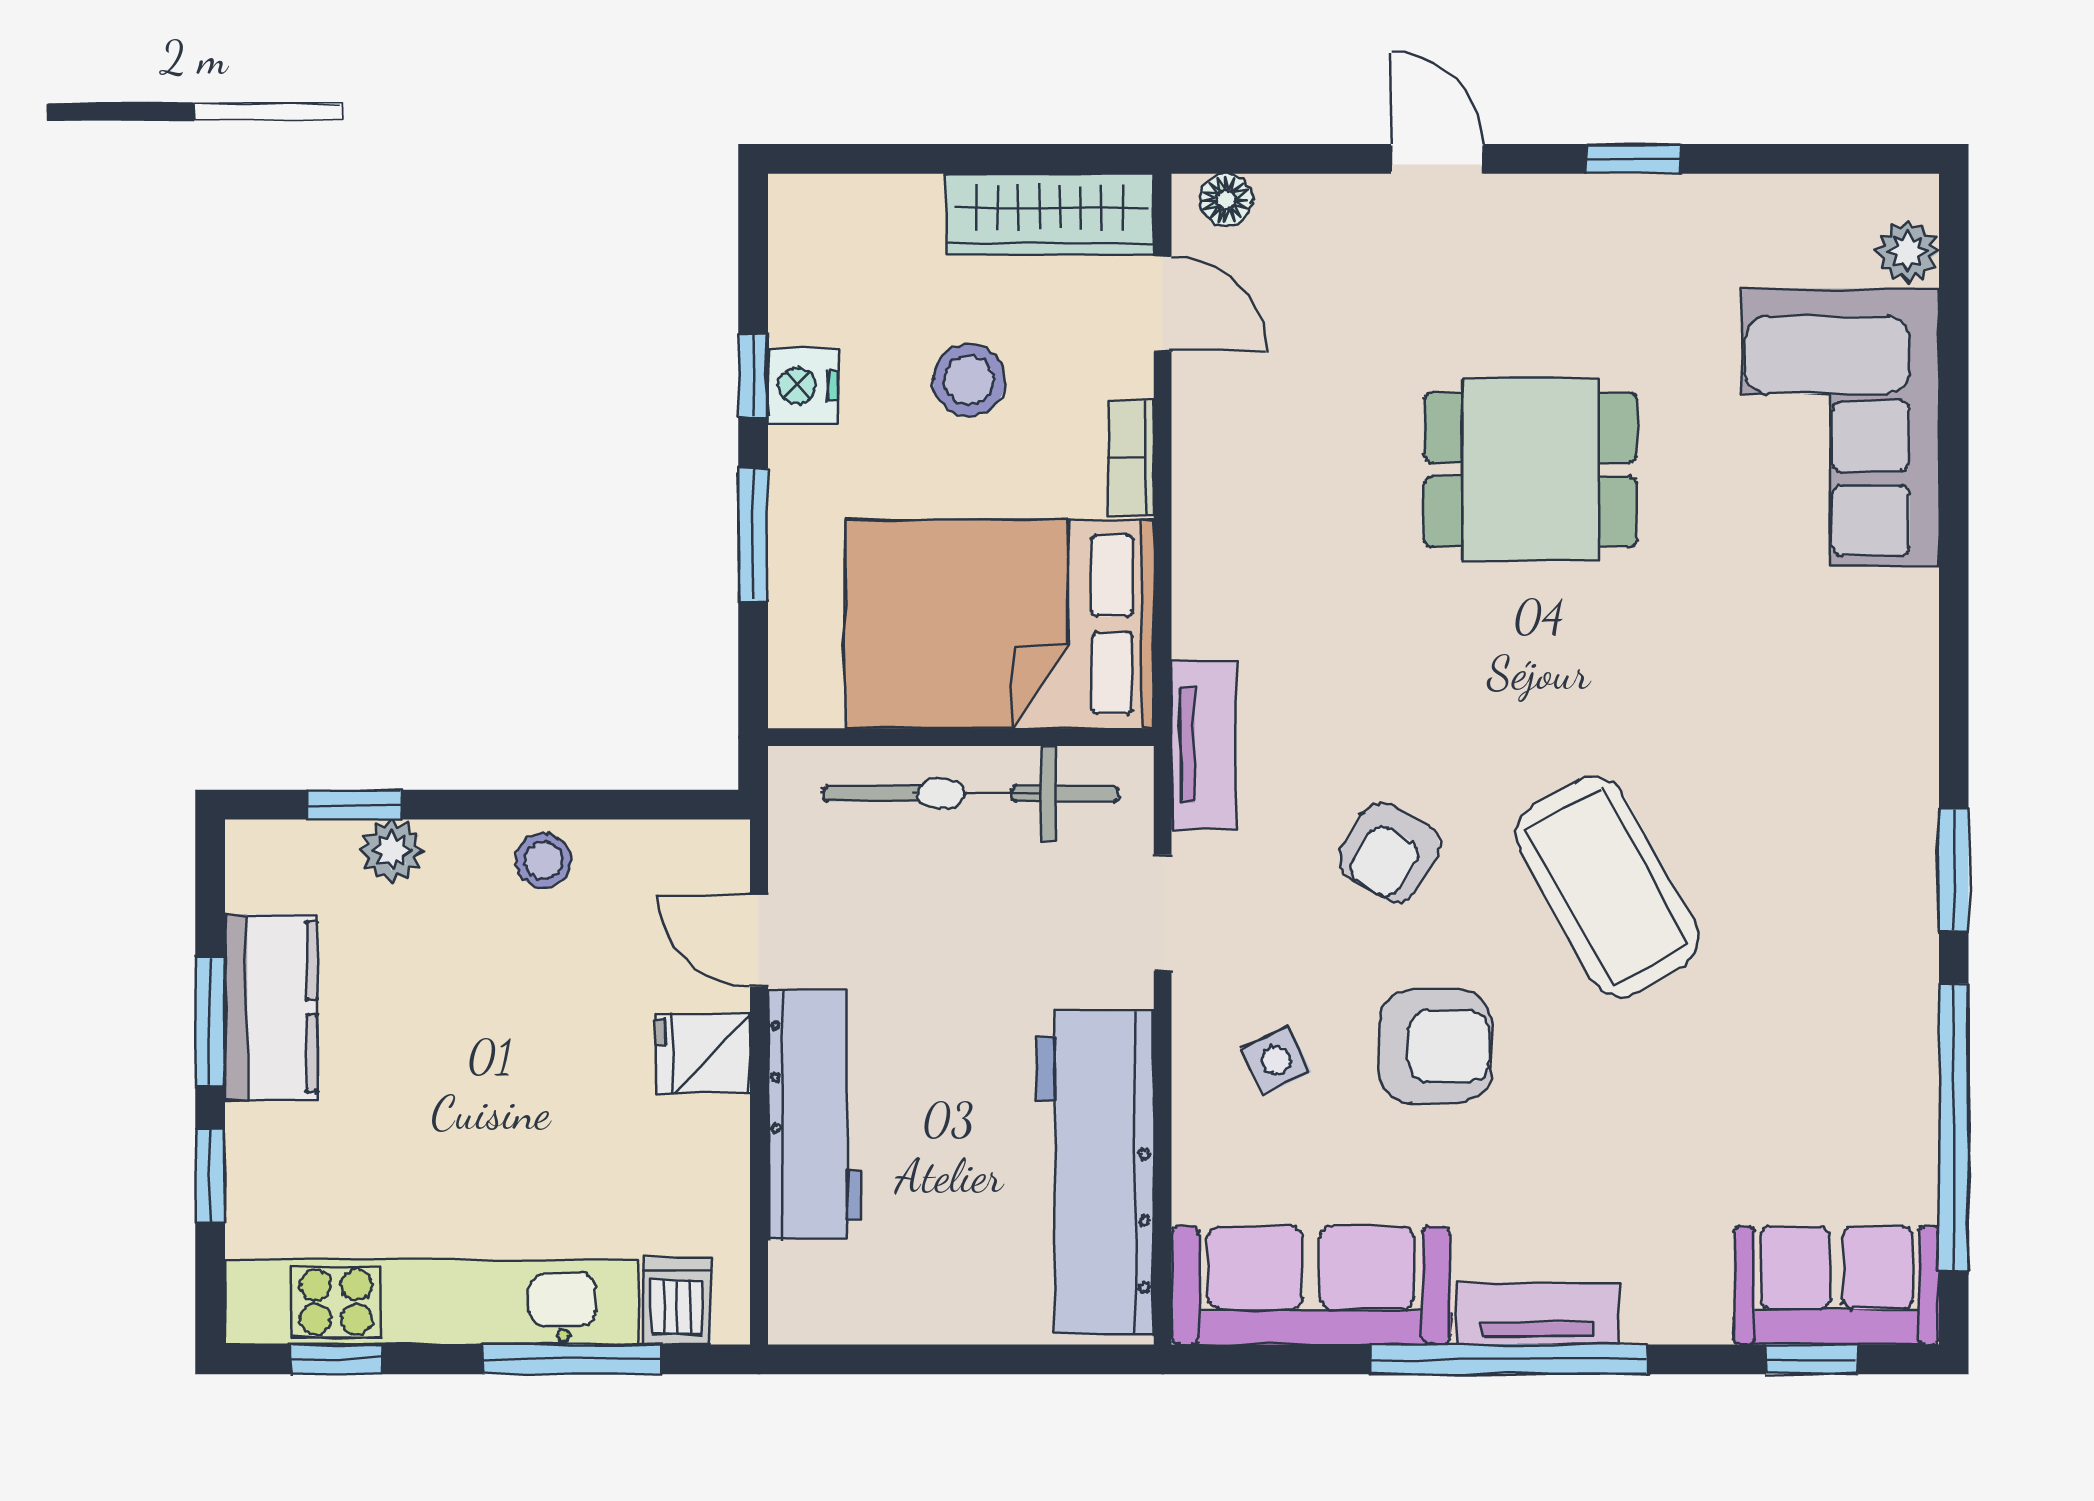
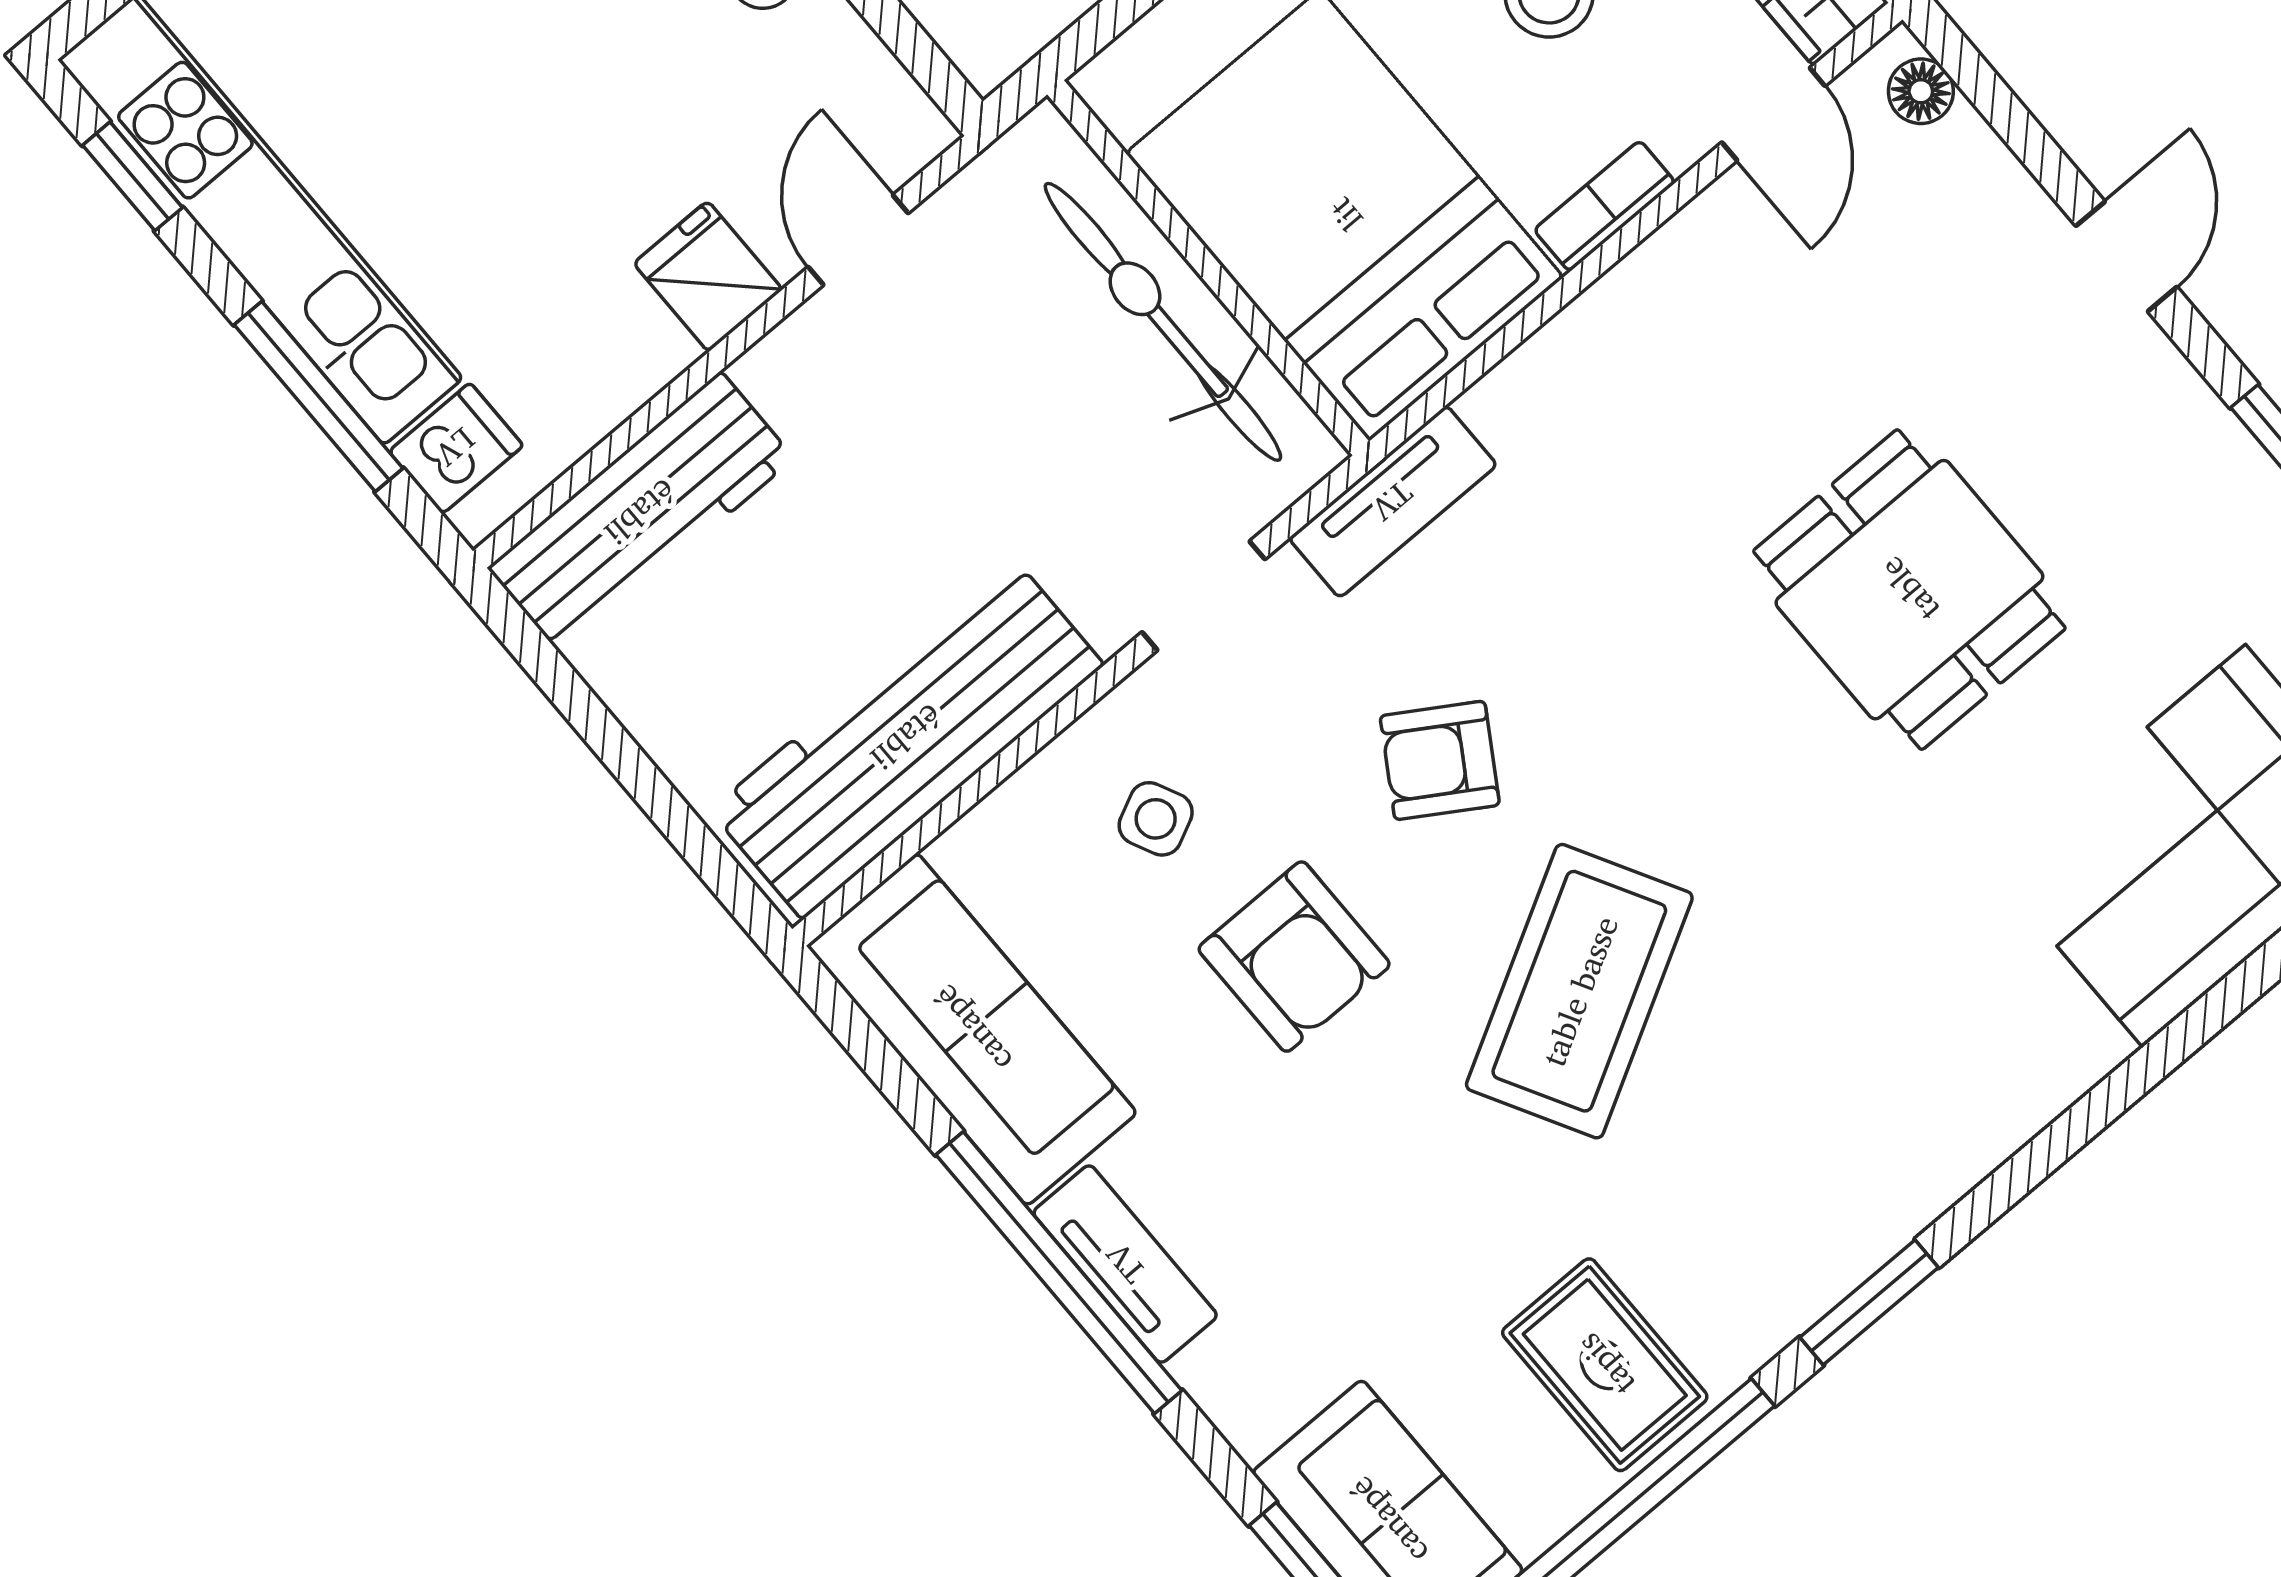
rug: (1853, 1068) -> (1605, 1365), added
workbench: (815, 1115) -> (641, 513), moved

